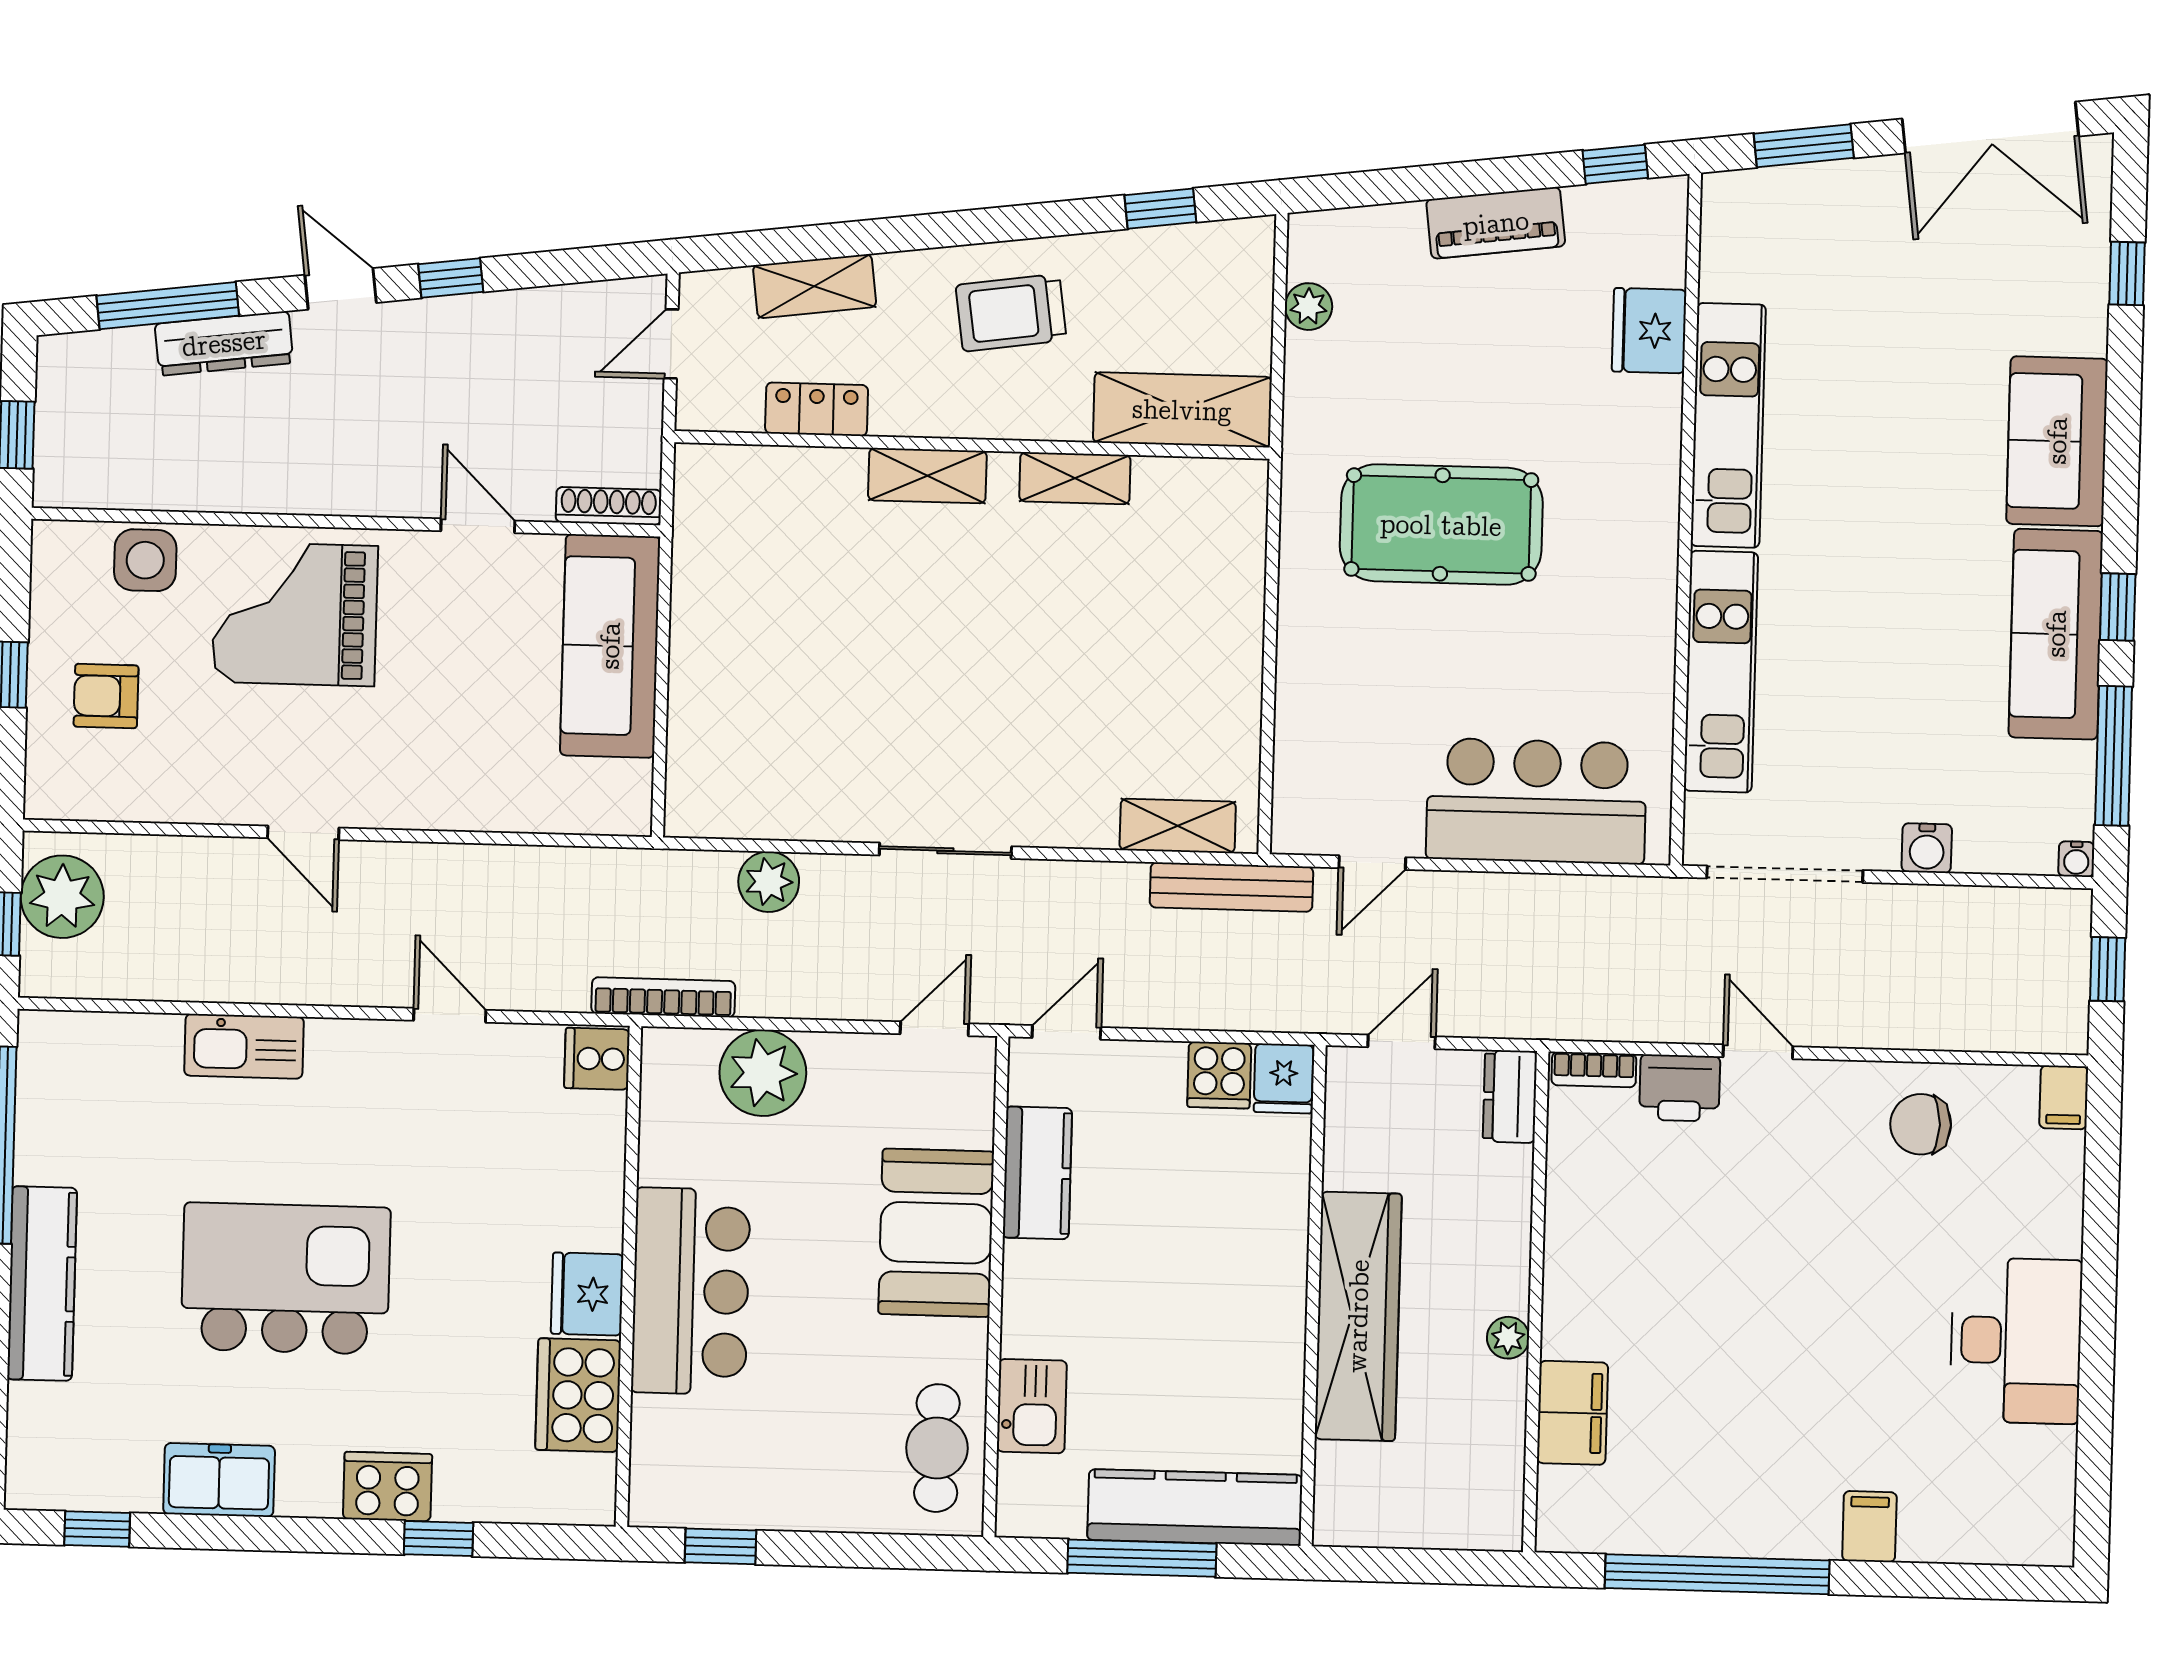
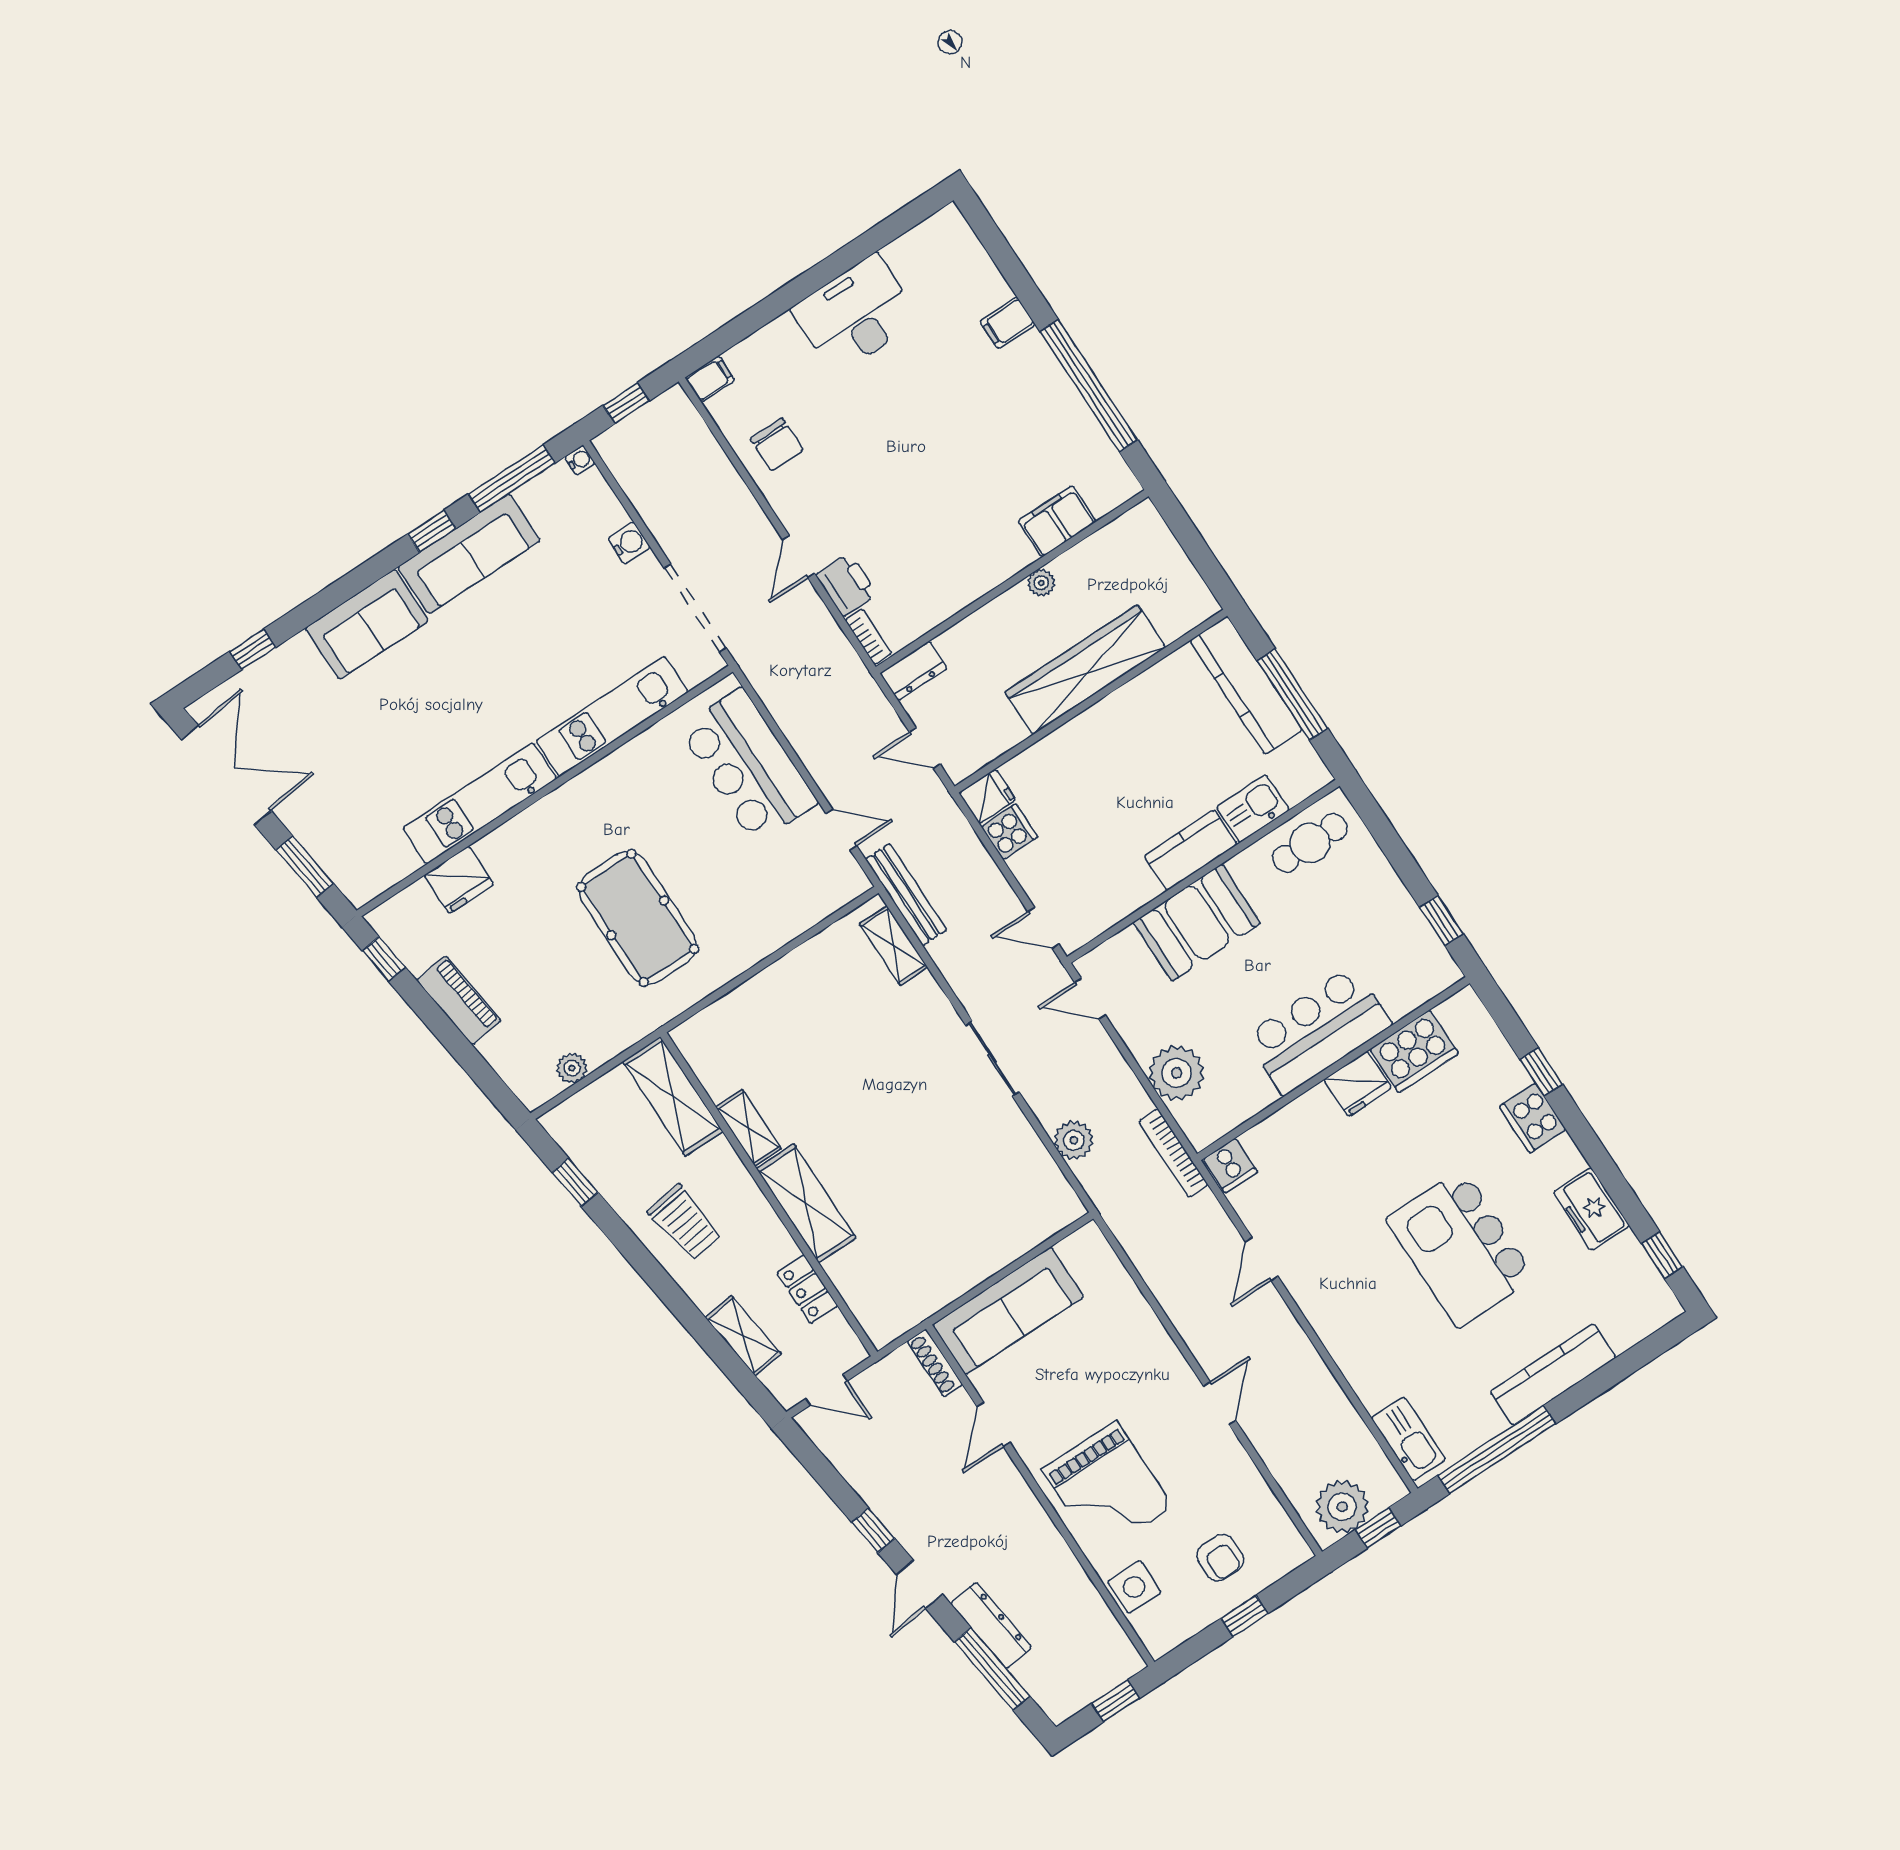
shelving: (927, 476) -> (806, 1203), width x1.50, depth x1.33
kitchen sink: (244, 1046) -> (1408, 1439), moved
kitchen counter: (1037, 1173) -> (1190, 850), moved

